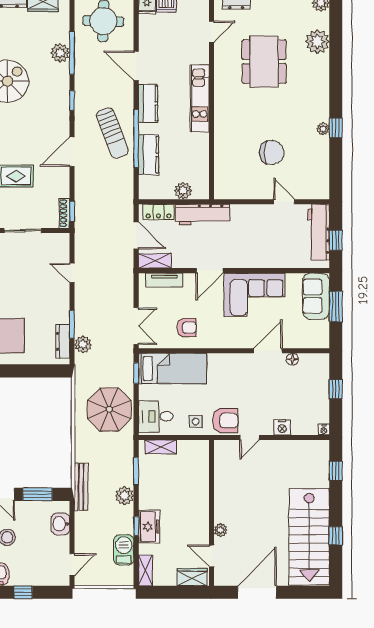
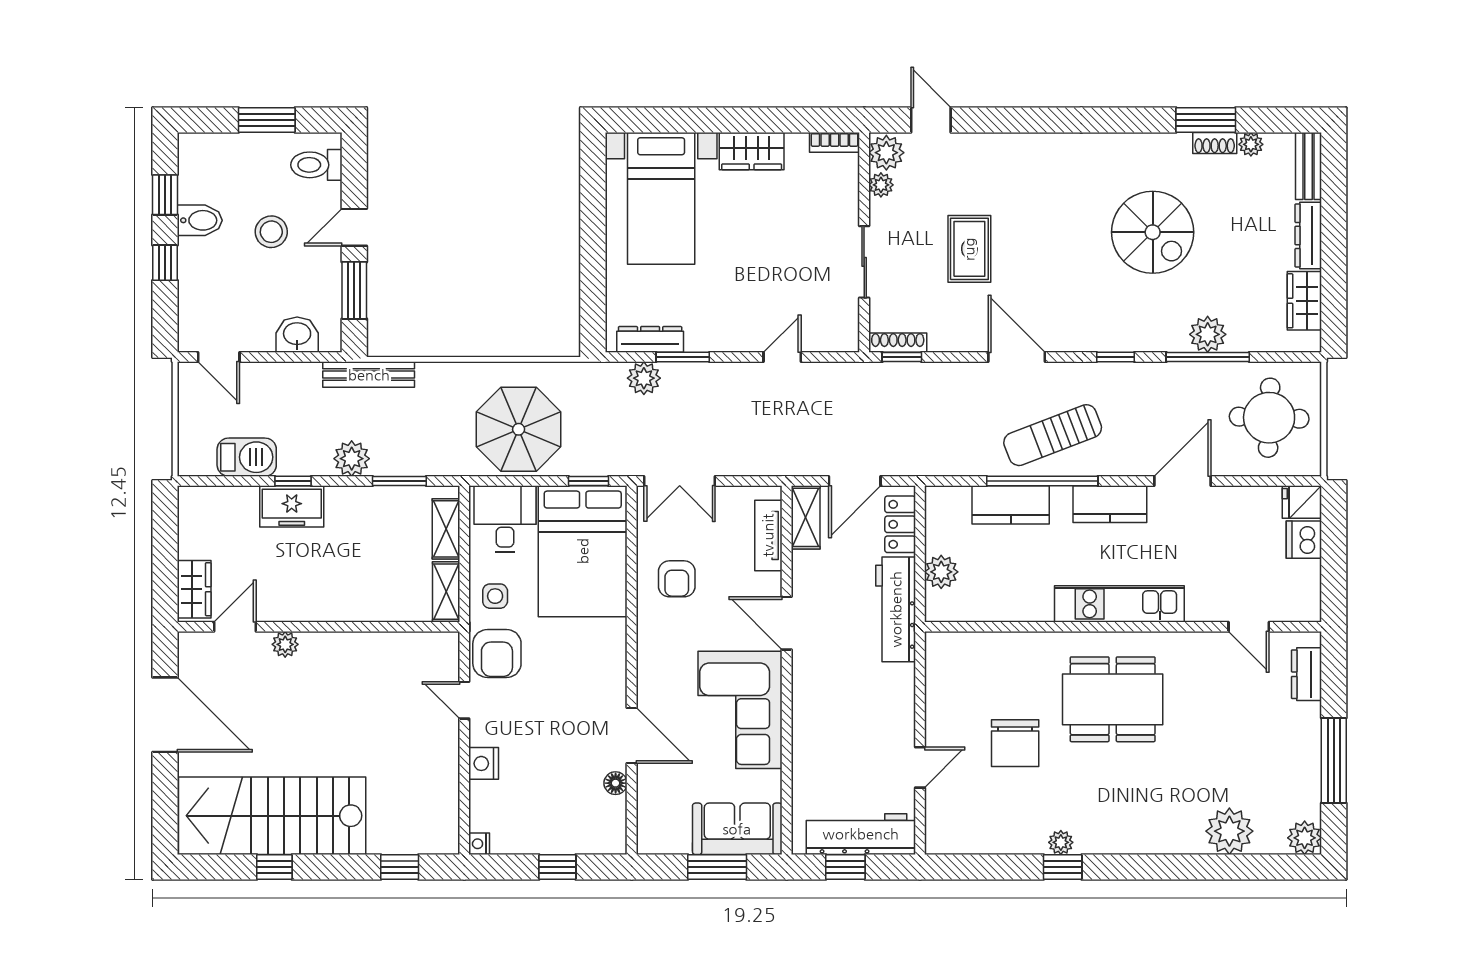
dining table: (264, 62) -> (1113, 699), moved
bed: (172, 369) -> (583, 551), width x1.50
shelving: (145, 570) -> (446, 592), moved, turned 90

